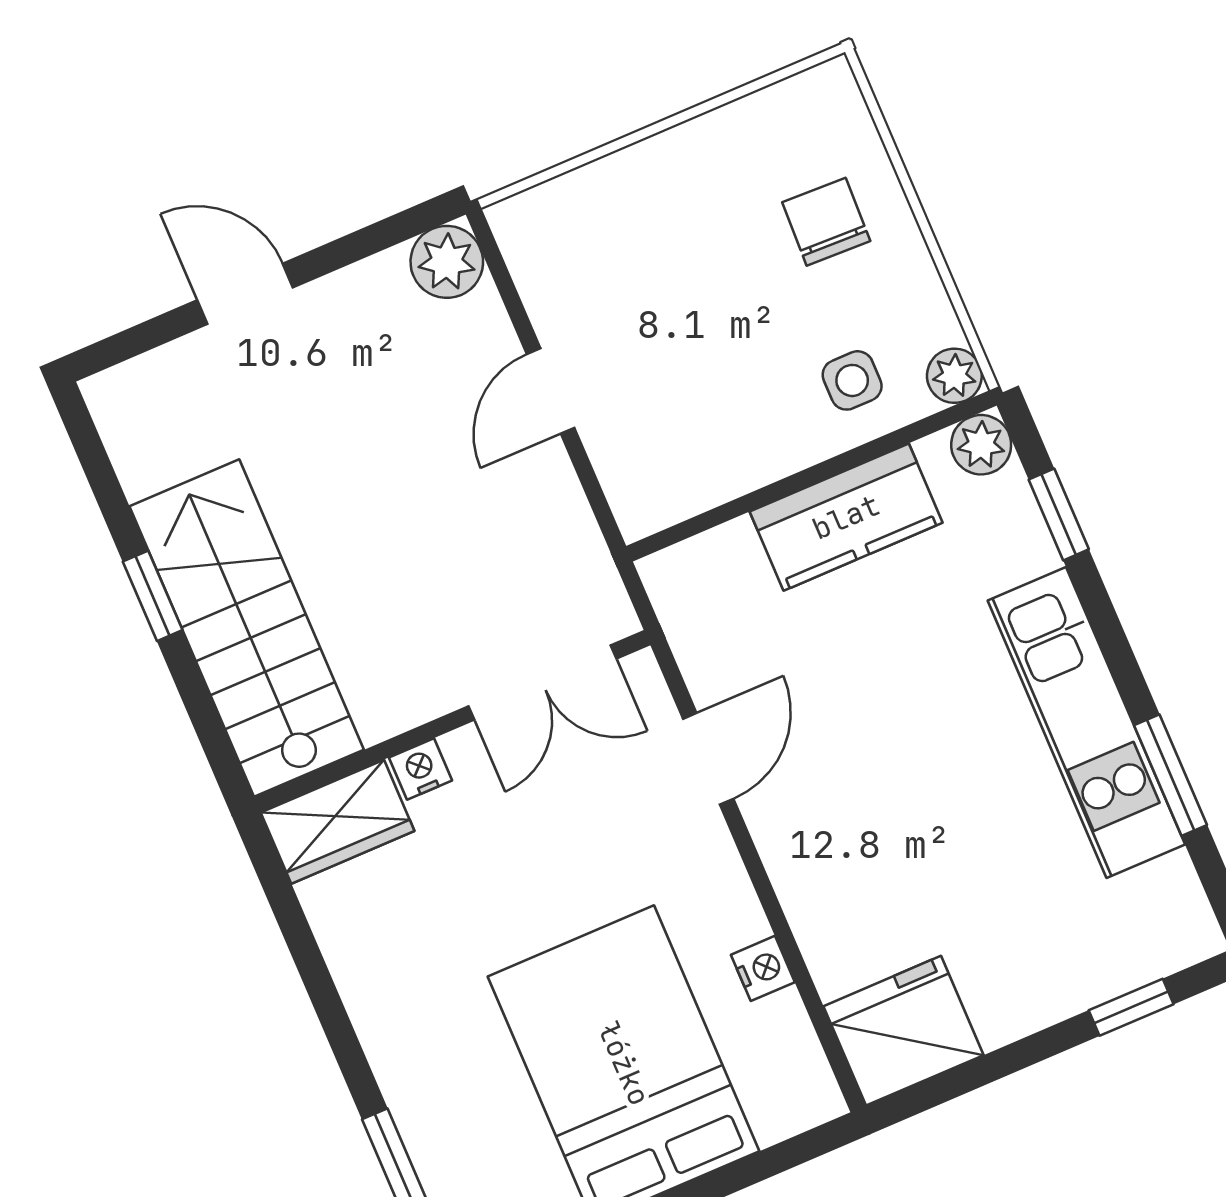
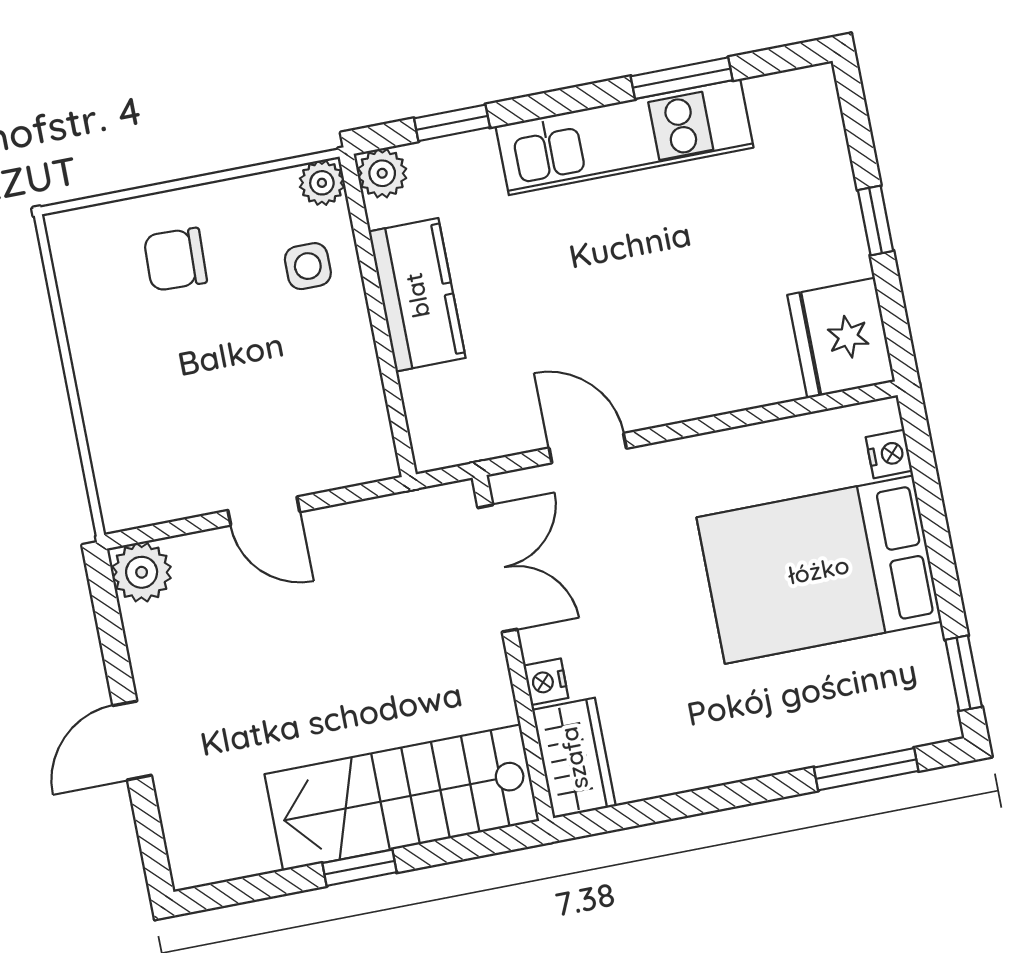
nightstand: (763, 968) -> (889, 454), moved, turned 90
window: (1131, 1007) -> (876, 220), moved

